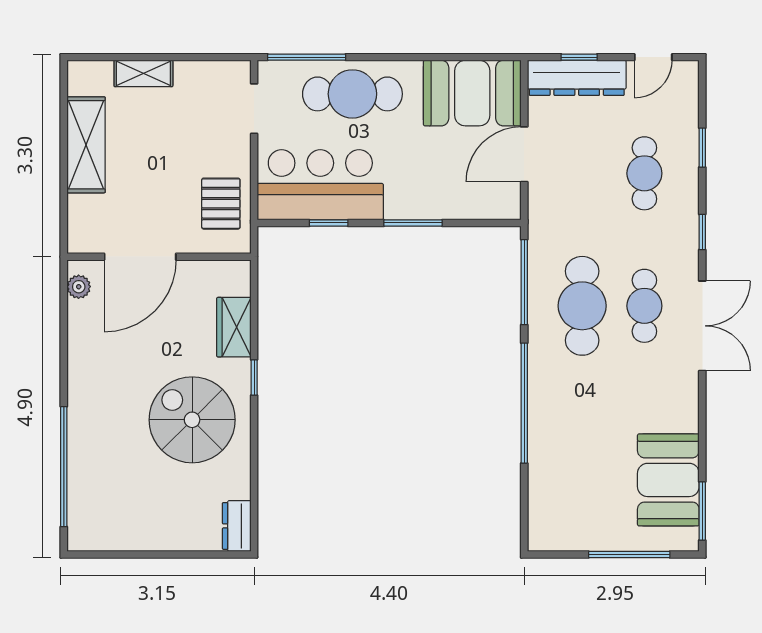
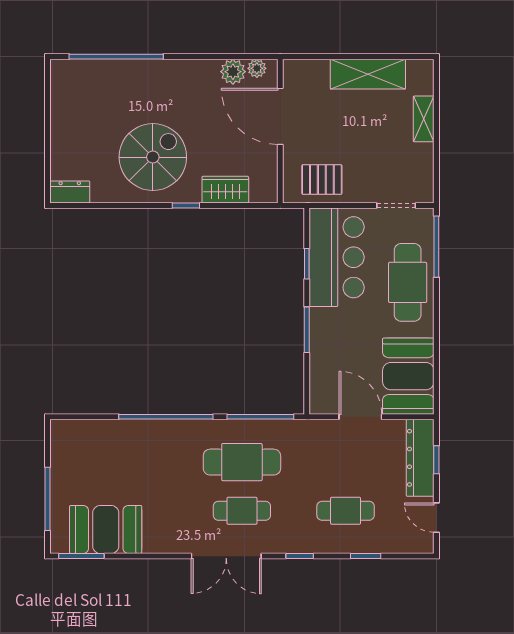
plant: (83, 317) -> (233, 72), added

